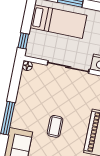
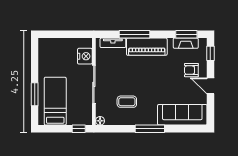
coffee table: (55, 126) -> (127, 102), moved

